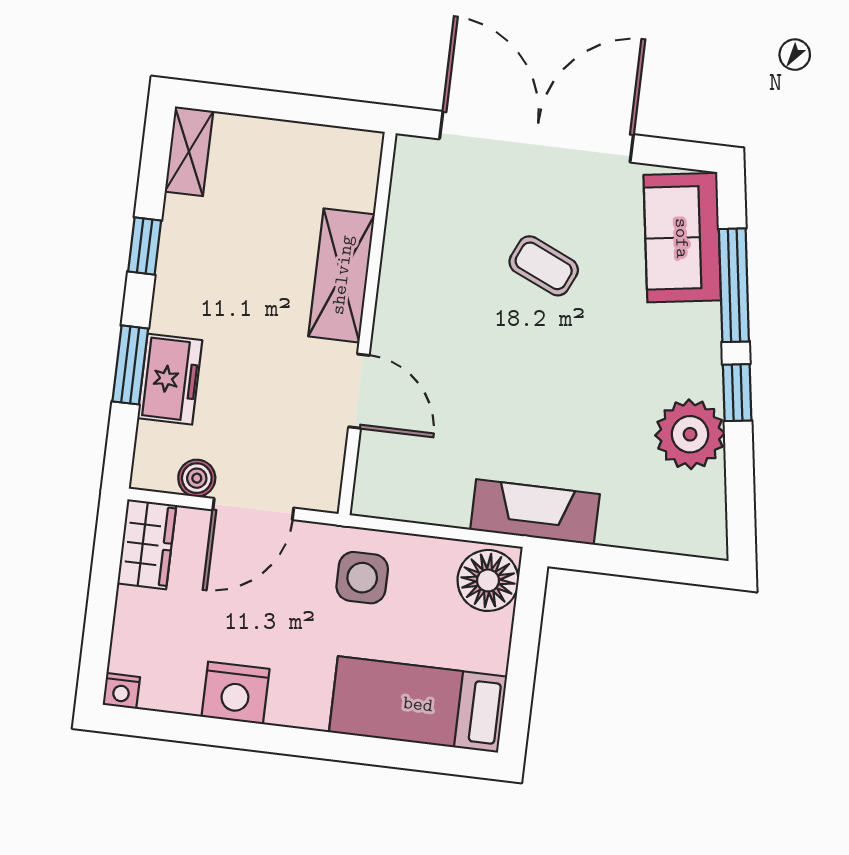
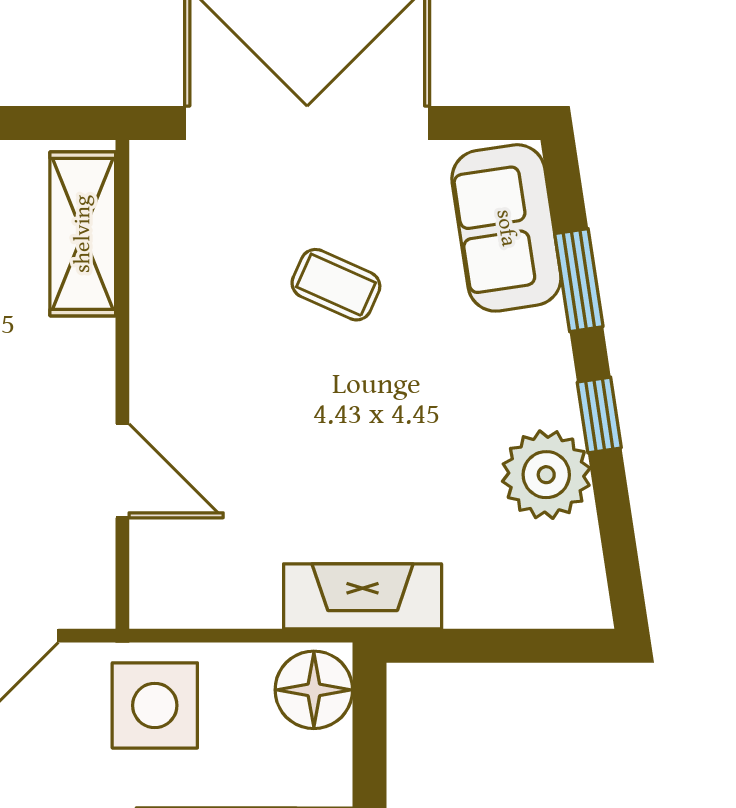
shelving: (342, 275) -> (83, 234), moved
window: (734, 285) -> (579, 280), width x0.69
side table: (362, 578) -> (155, 705), width x1.37, depth x1.37

